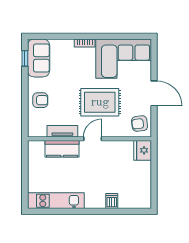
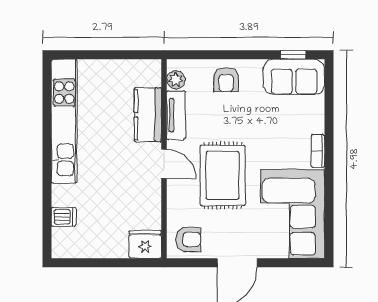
armchair: (140, 124) -> (188, 239), turned 97
plant: (40, 131) -> (176, 80), added
kitchen unit: (56, 201) -> (64, 121), width x1.36
dishwasher: (112, 201) -> (64, 217), moved

